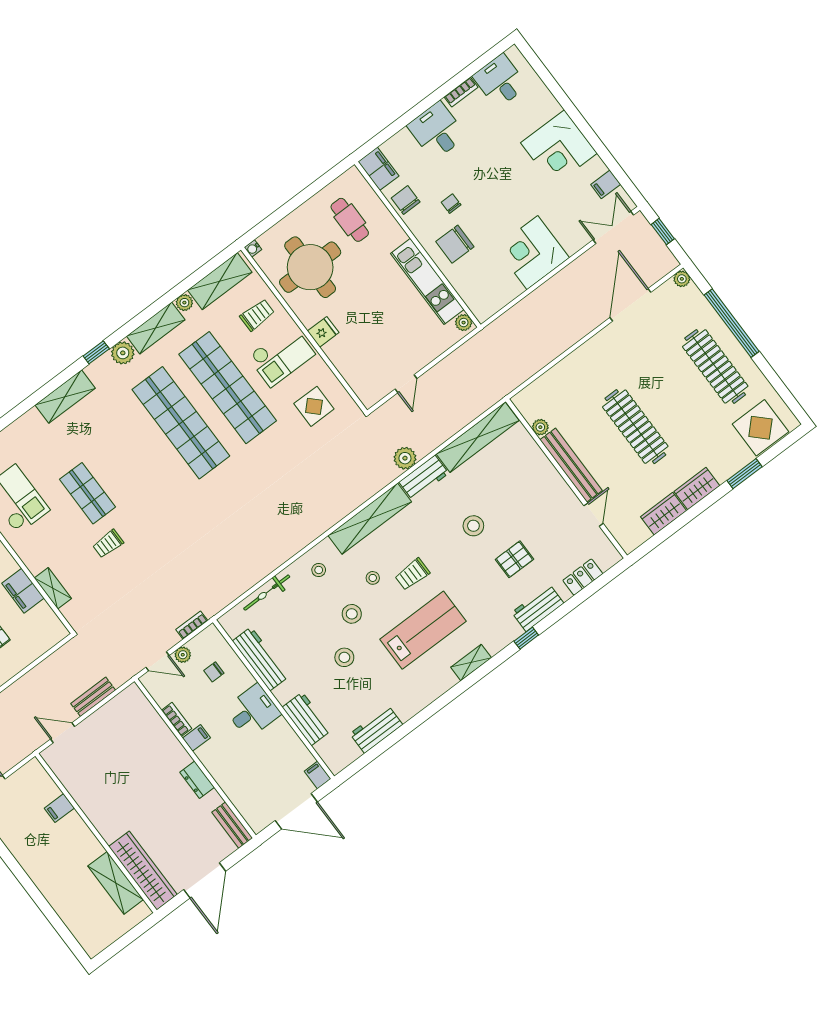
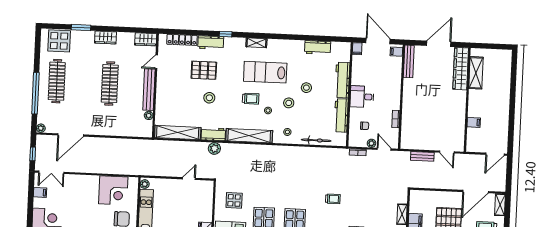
corner desk: (532, 253) -> (113, 190), moved
wardrobe: (663, 514) -> (146, 39), moved
trolley: (108, 544) -> (333, 199), moved
pallet: (514, 559) -> (204, 70), width x1.50, depth x1.42
locker: (583, 577) -> (182, 40), width x1.53
workbench: (307, 719) -> (342, 80), width x1.37
filing cabinet: (196, 738) -> (396, 52), moved
dresser: (197, 780) -> (408, 87), removed
bench: (232, 825) -> (409, 61), width x1.36

